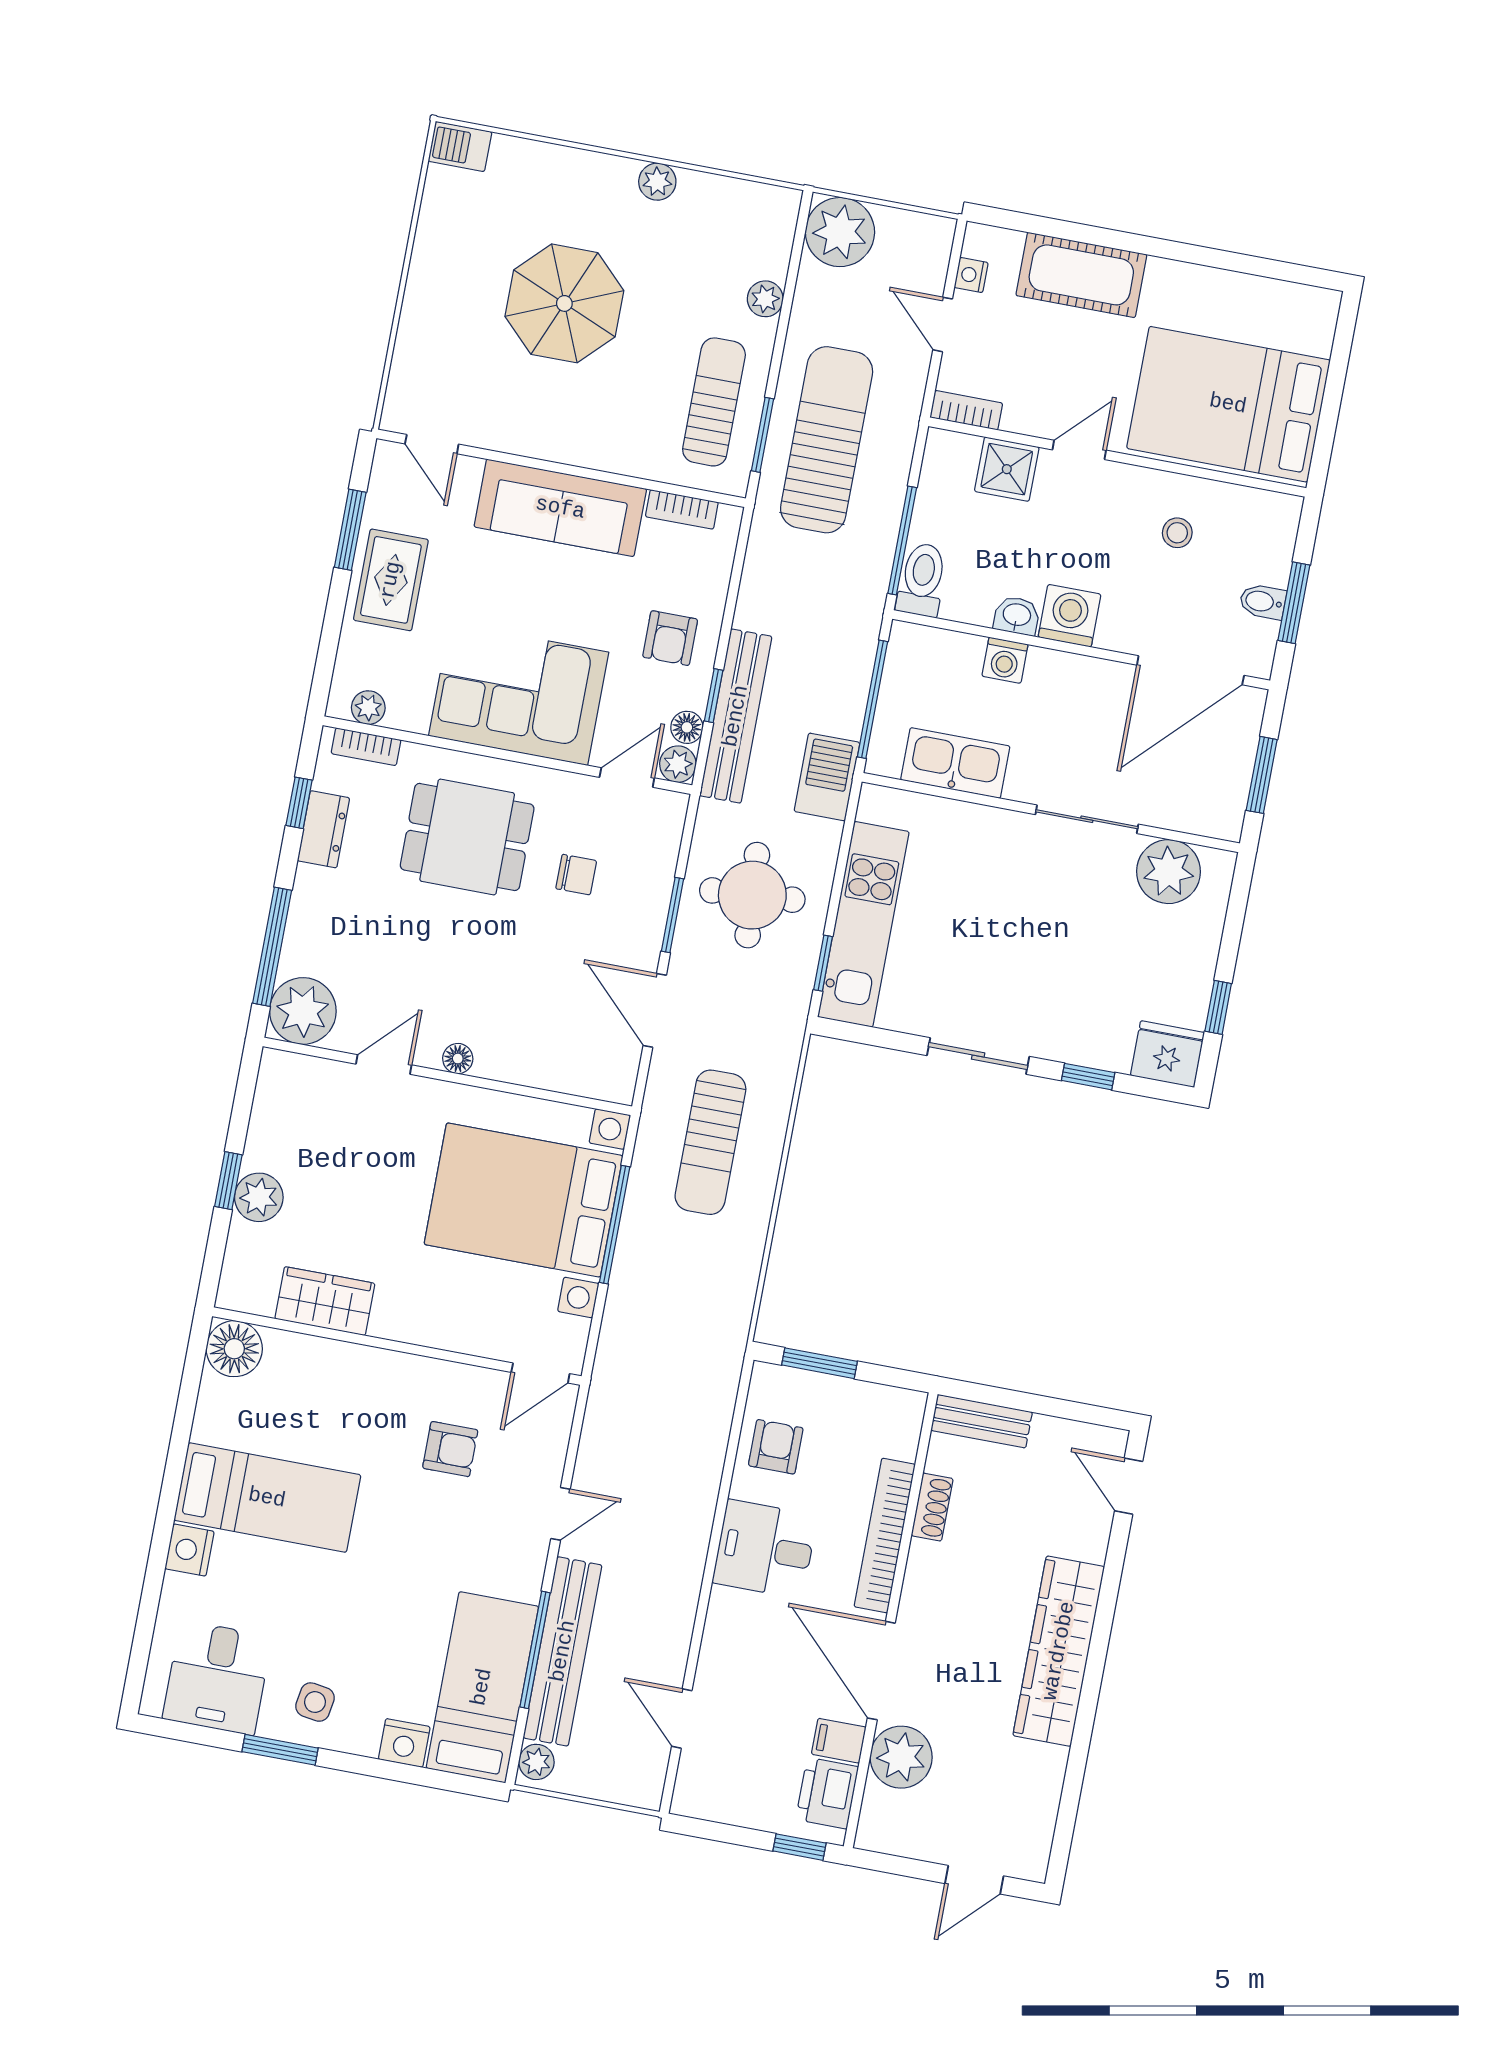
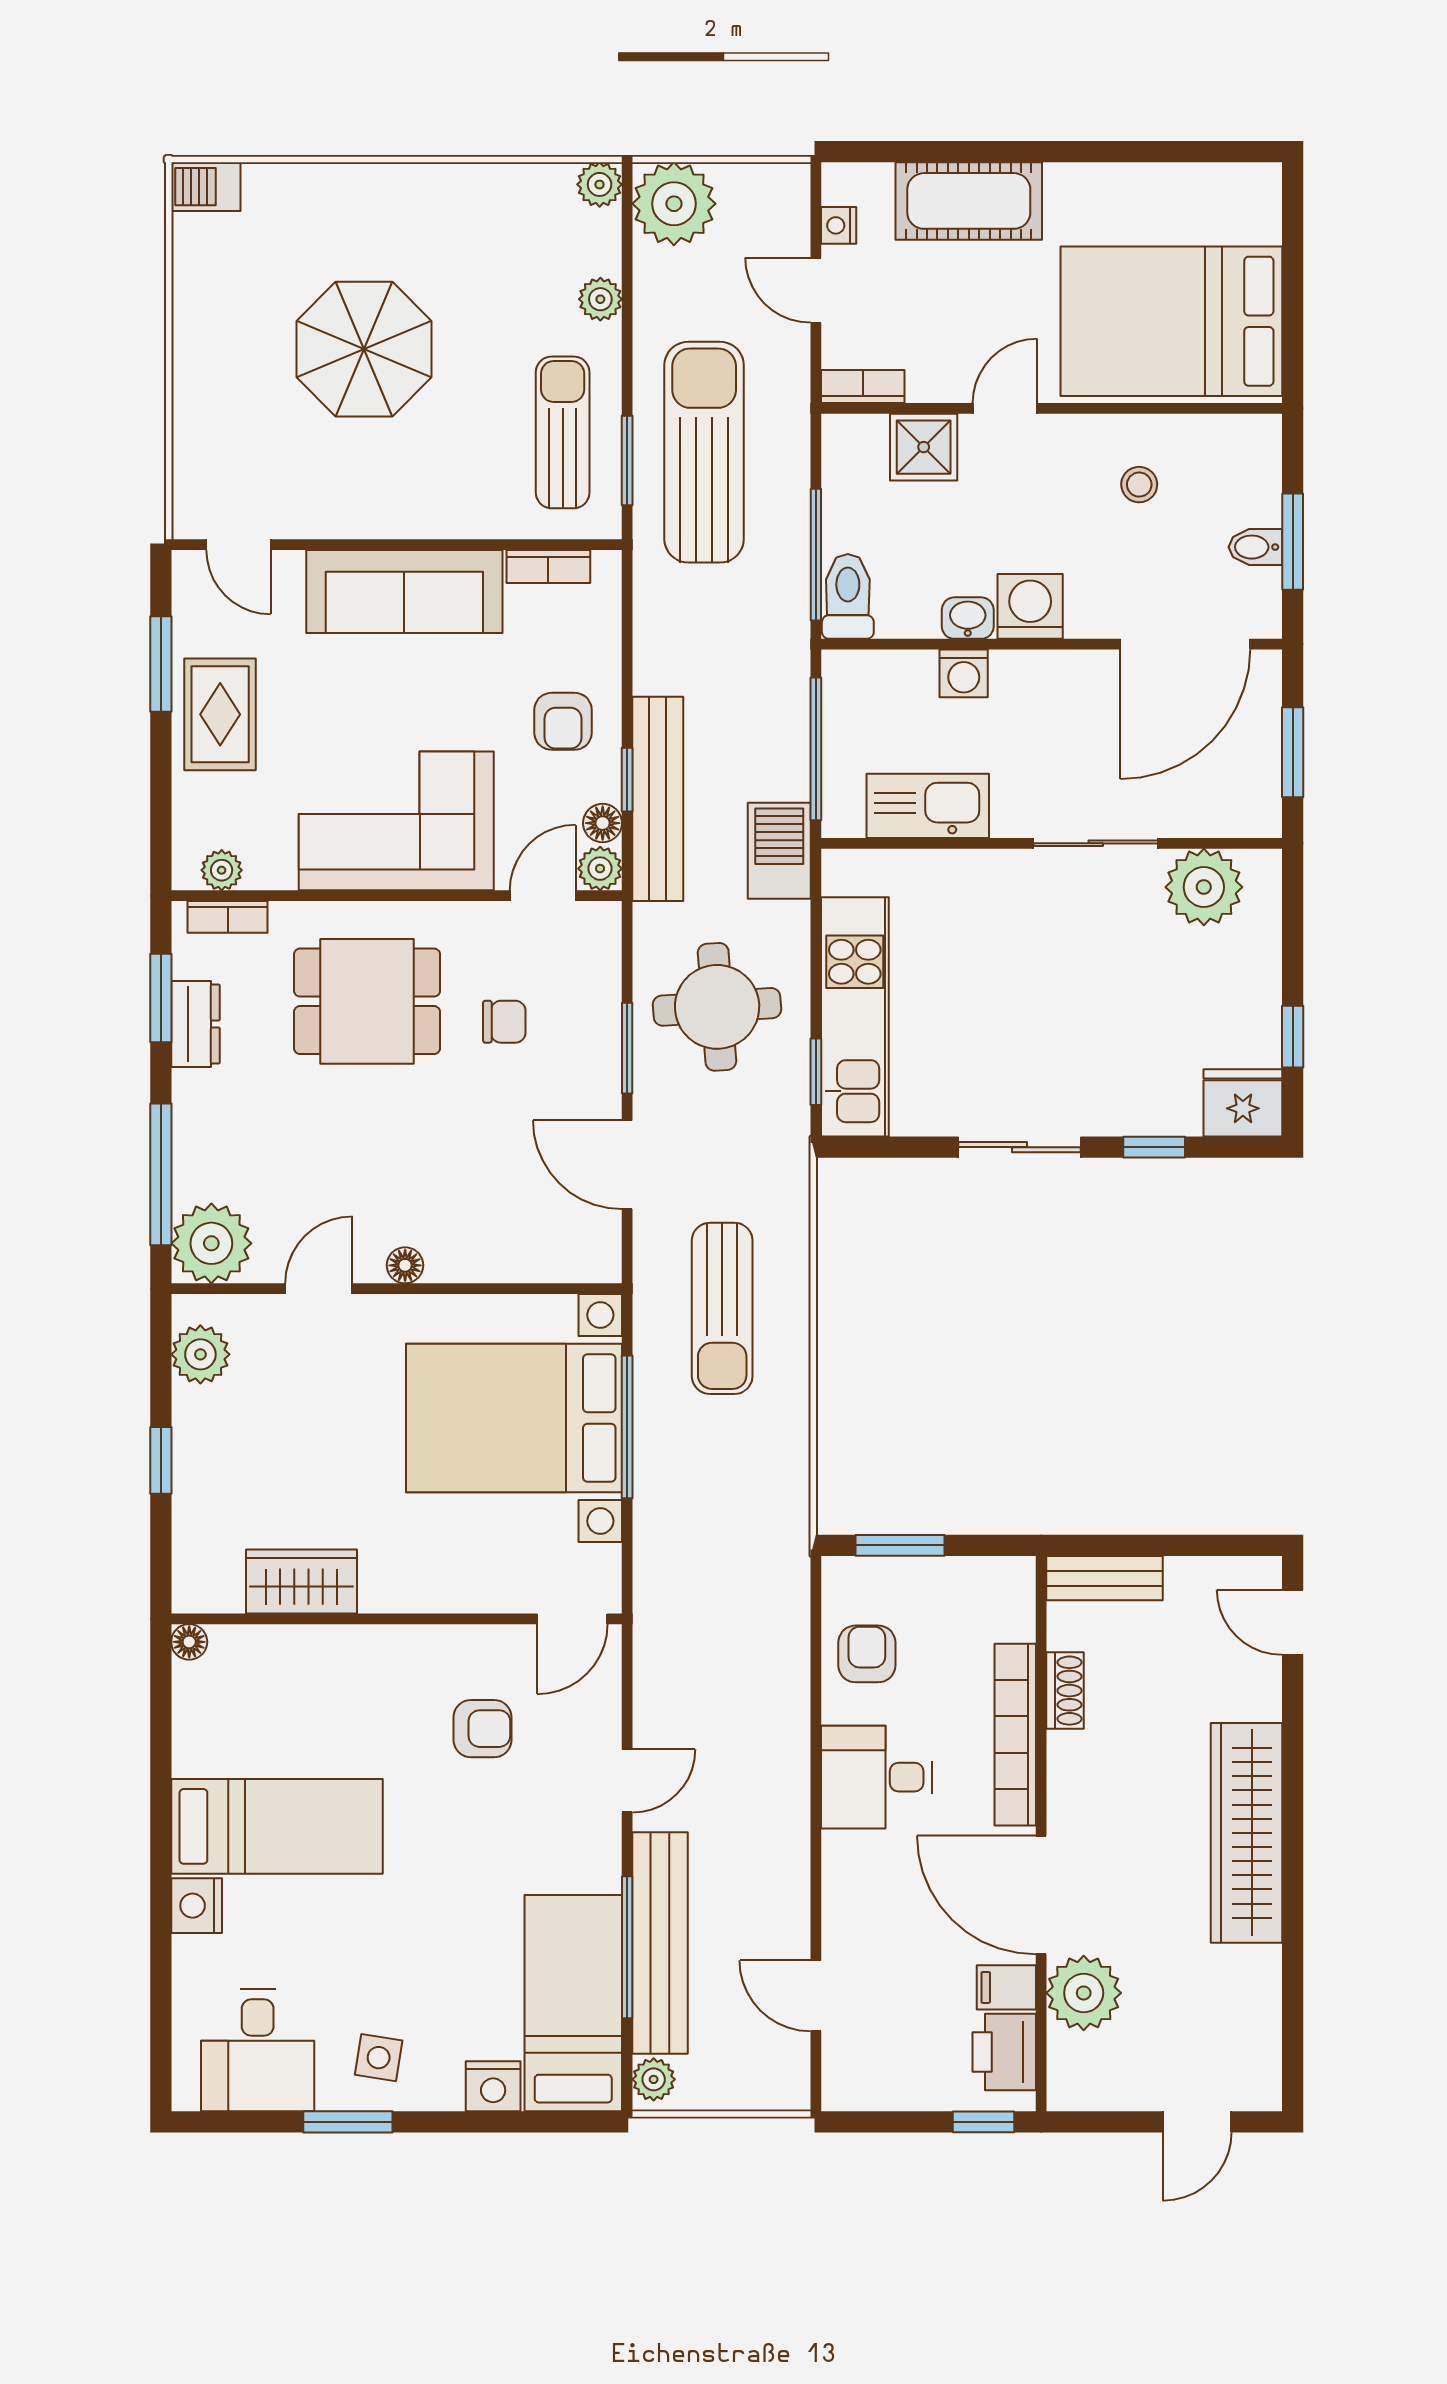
plant: (657, 182) -> (600, 184), moved
window: (299, 803) -> (161, 998), width x1.50
plant: (259, 1197) -> (200, 1354), moved
floor lamp: (234, 1349) -> (189, 1642), width x0.53, depth x0.53

